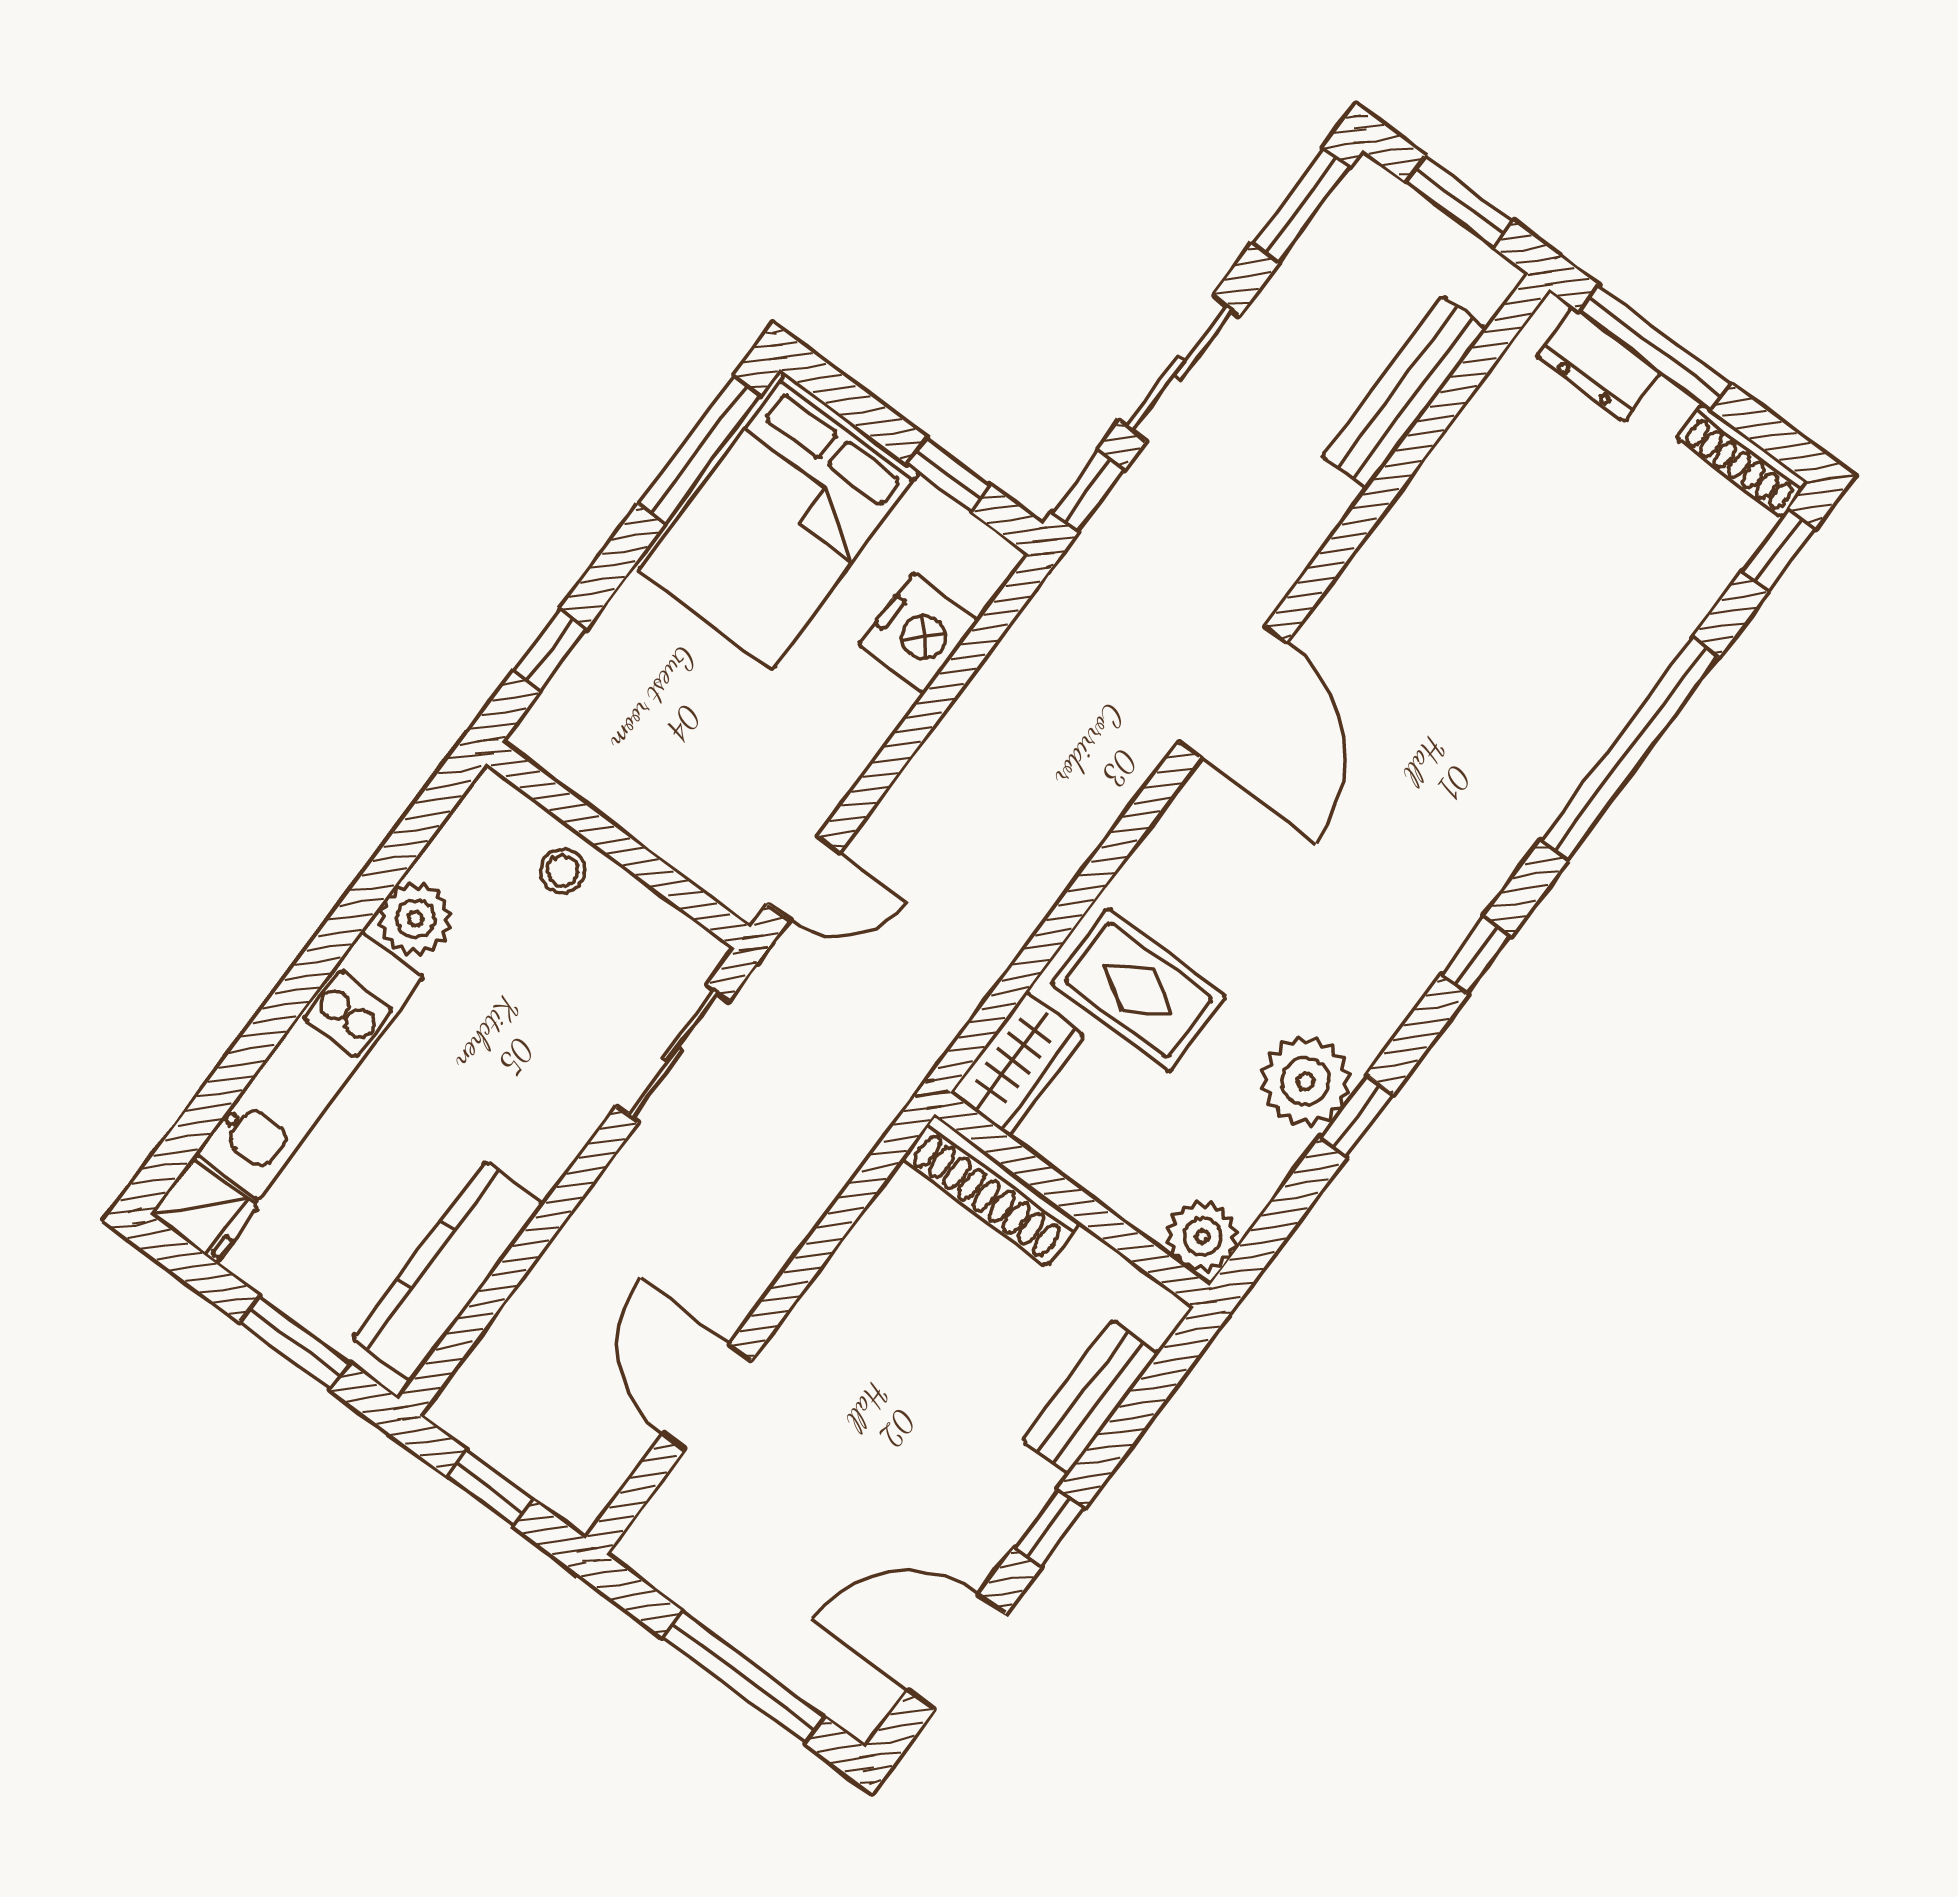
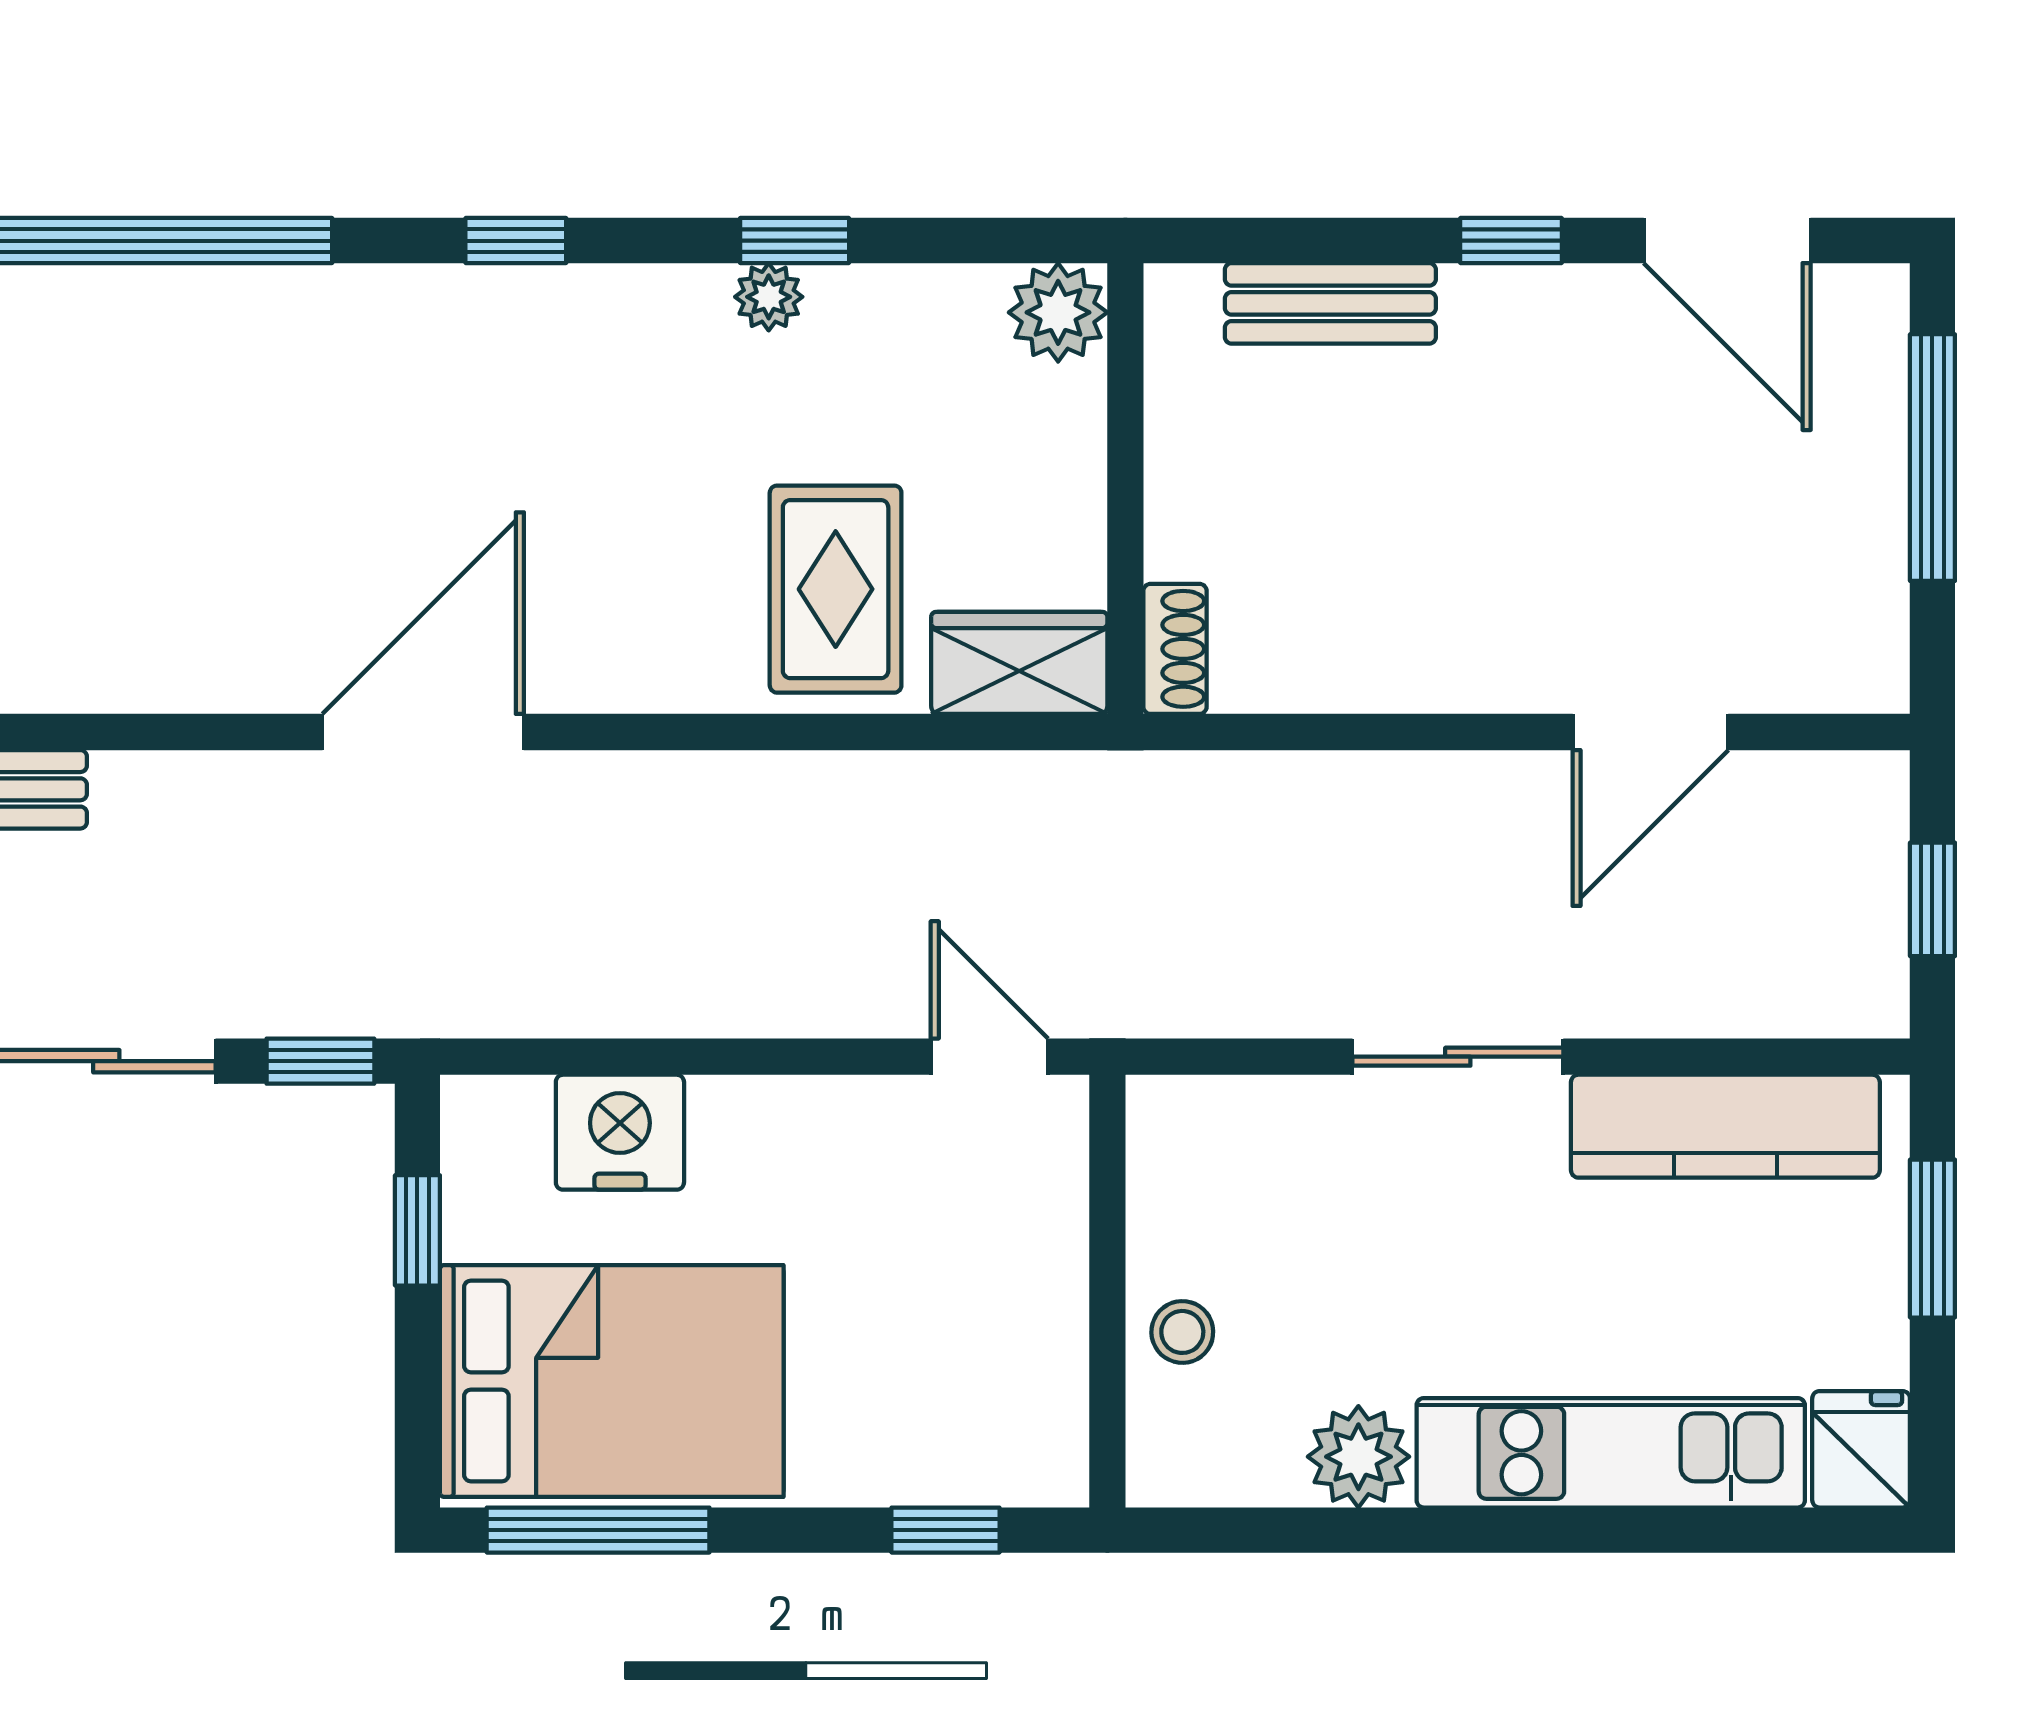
sliding door: (673, 1054) -> (1458, 1057), moved
plant: (1306, 1081) -> (769, 297), width x0.53, depth x0.53
shoe rack: (991, 1190) -> (1175, 649), width x0.51, depth x0.81

